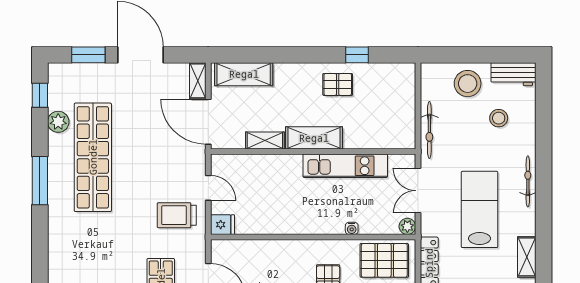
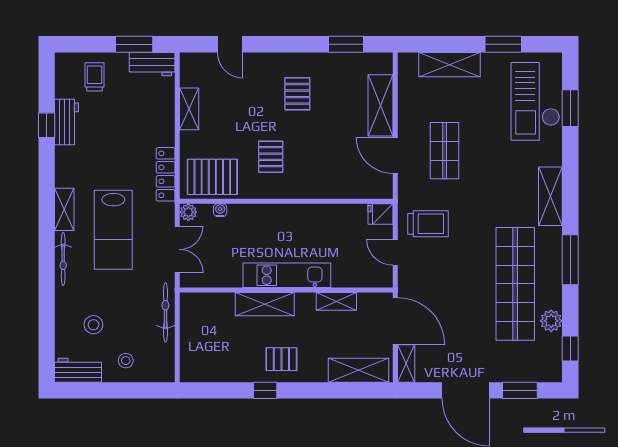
window: (357, 55) -> (265, 390), moved
pallet: (338, 84) -> (281, 359), moved
stool: (468, 84) -> (126, 361), width x0.53, depth x0.53
shelving: (314, 138) -> (265, 304), moved
kitchen unit: (345, 166) -> (287, 275), moved
water cooler: (352, 228) -> (220, 210), moved
shelving: (59, 242) -> (550, 196), added
shelving: (527, 257) -> (64, 209), moved

